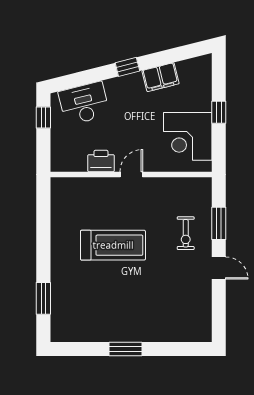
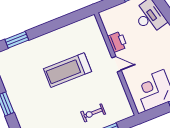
treadmill: (113, 245) -> (67, 70), turned 90

